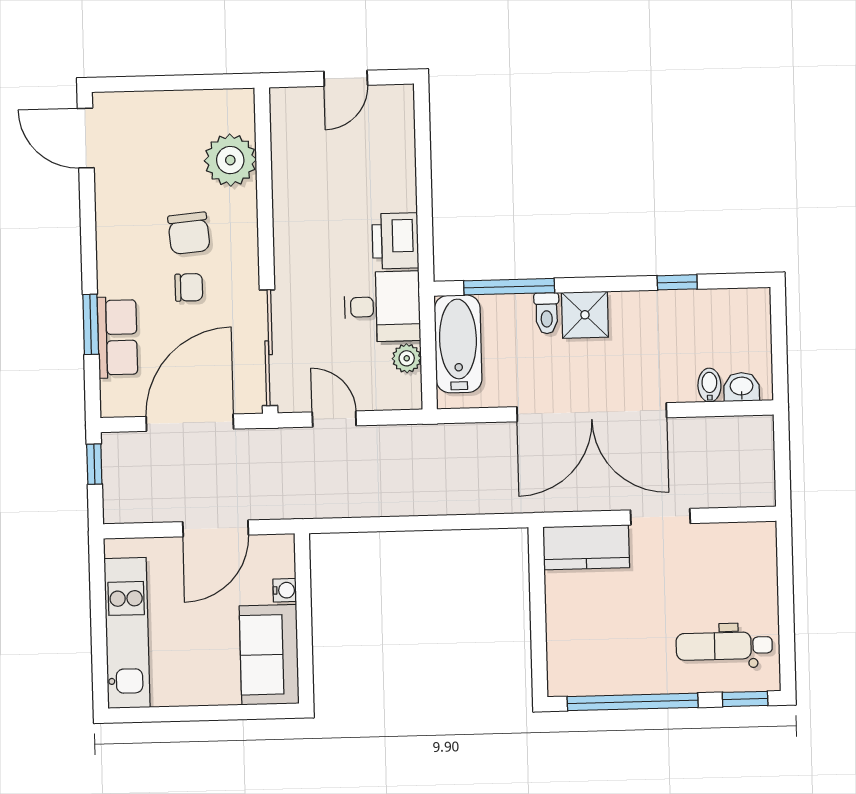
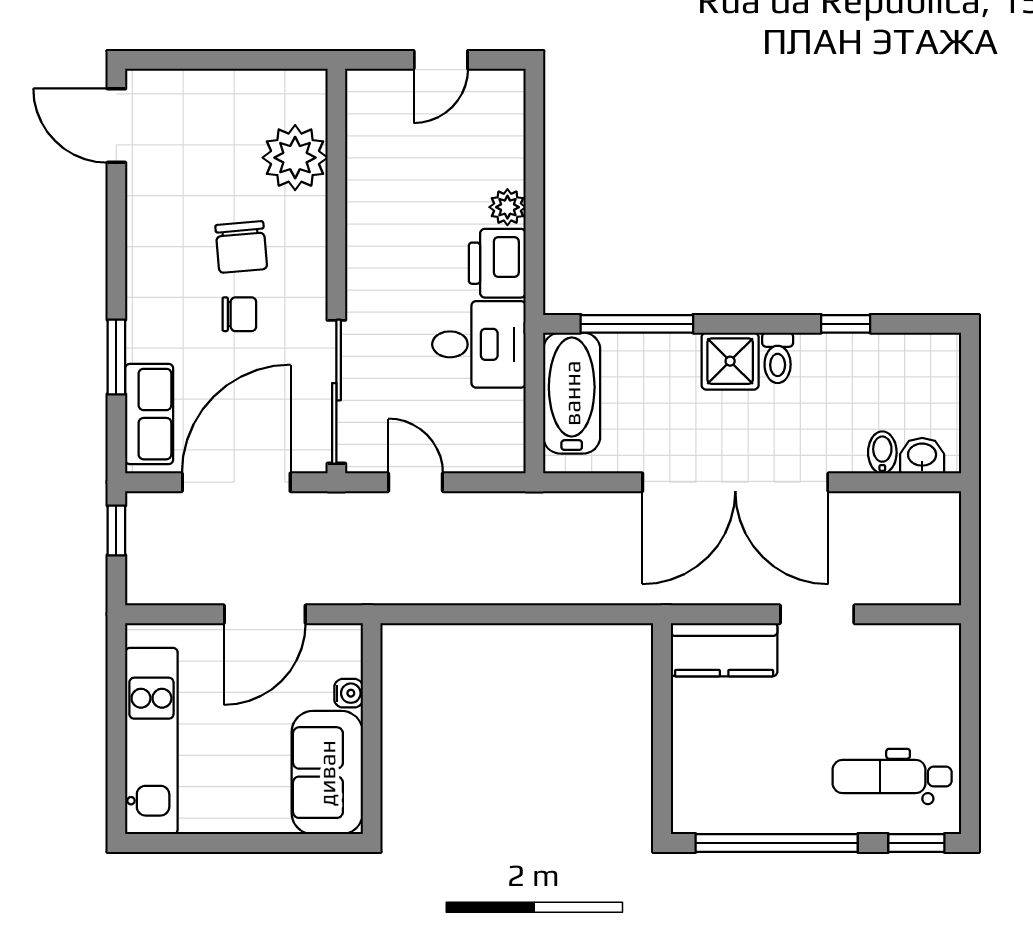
toilet: (547, 313) -> (778, 358), moved
row of seats: (117, 337) -> (149, 414), moved
plant: (407, 358) -> (507, 207), moved

